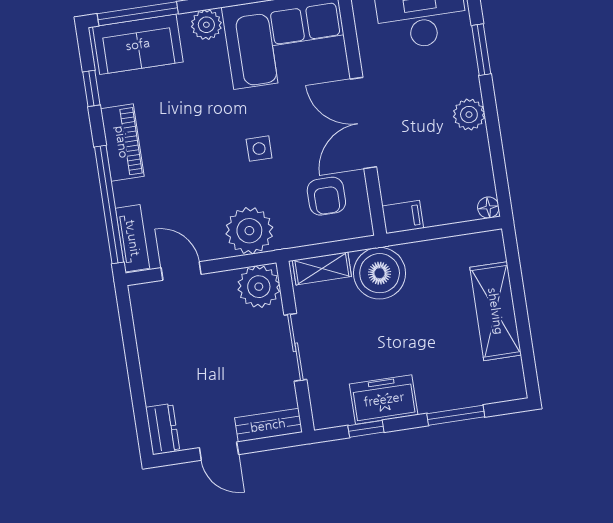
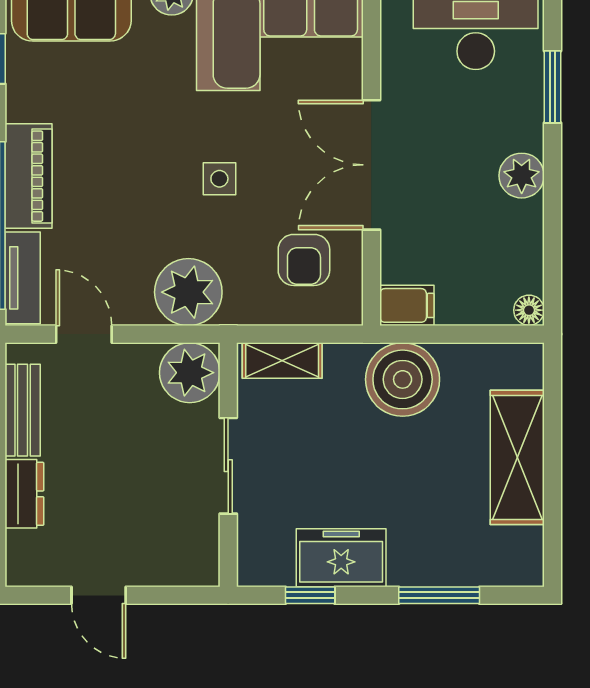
piano: (122, 142) -> (28, 176), moved
boiler: (380, 273) -> (403, 379), moved
bench: (268, 425) -> (23, 410), moved, turned 90
dresser: (163, 429) -> (24, 494), moved

